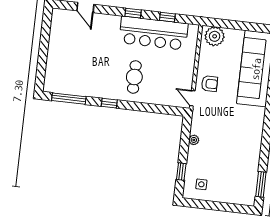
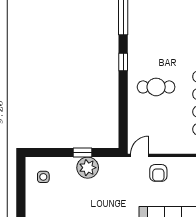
plant: (194, 140) -> (88, 168), width x1.88, depth x1.88
window: (181, 172) -> (83, 152), moved

